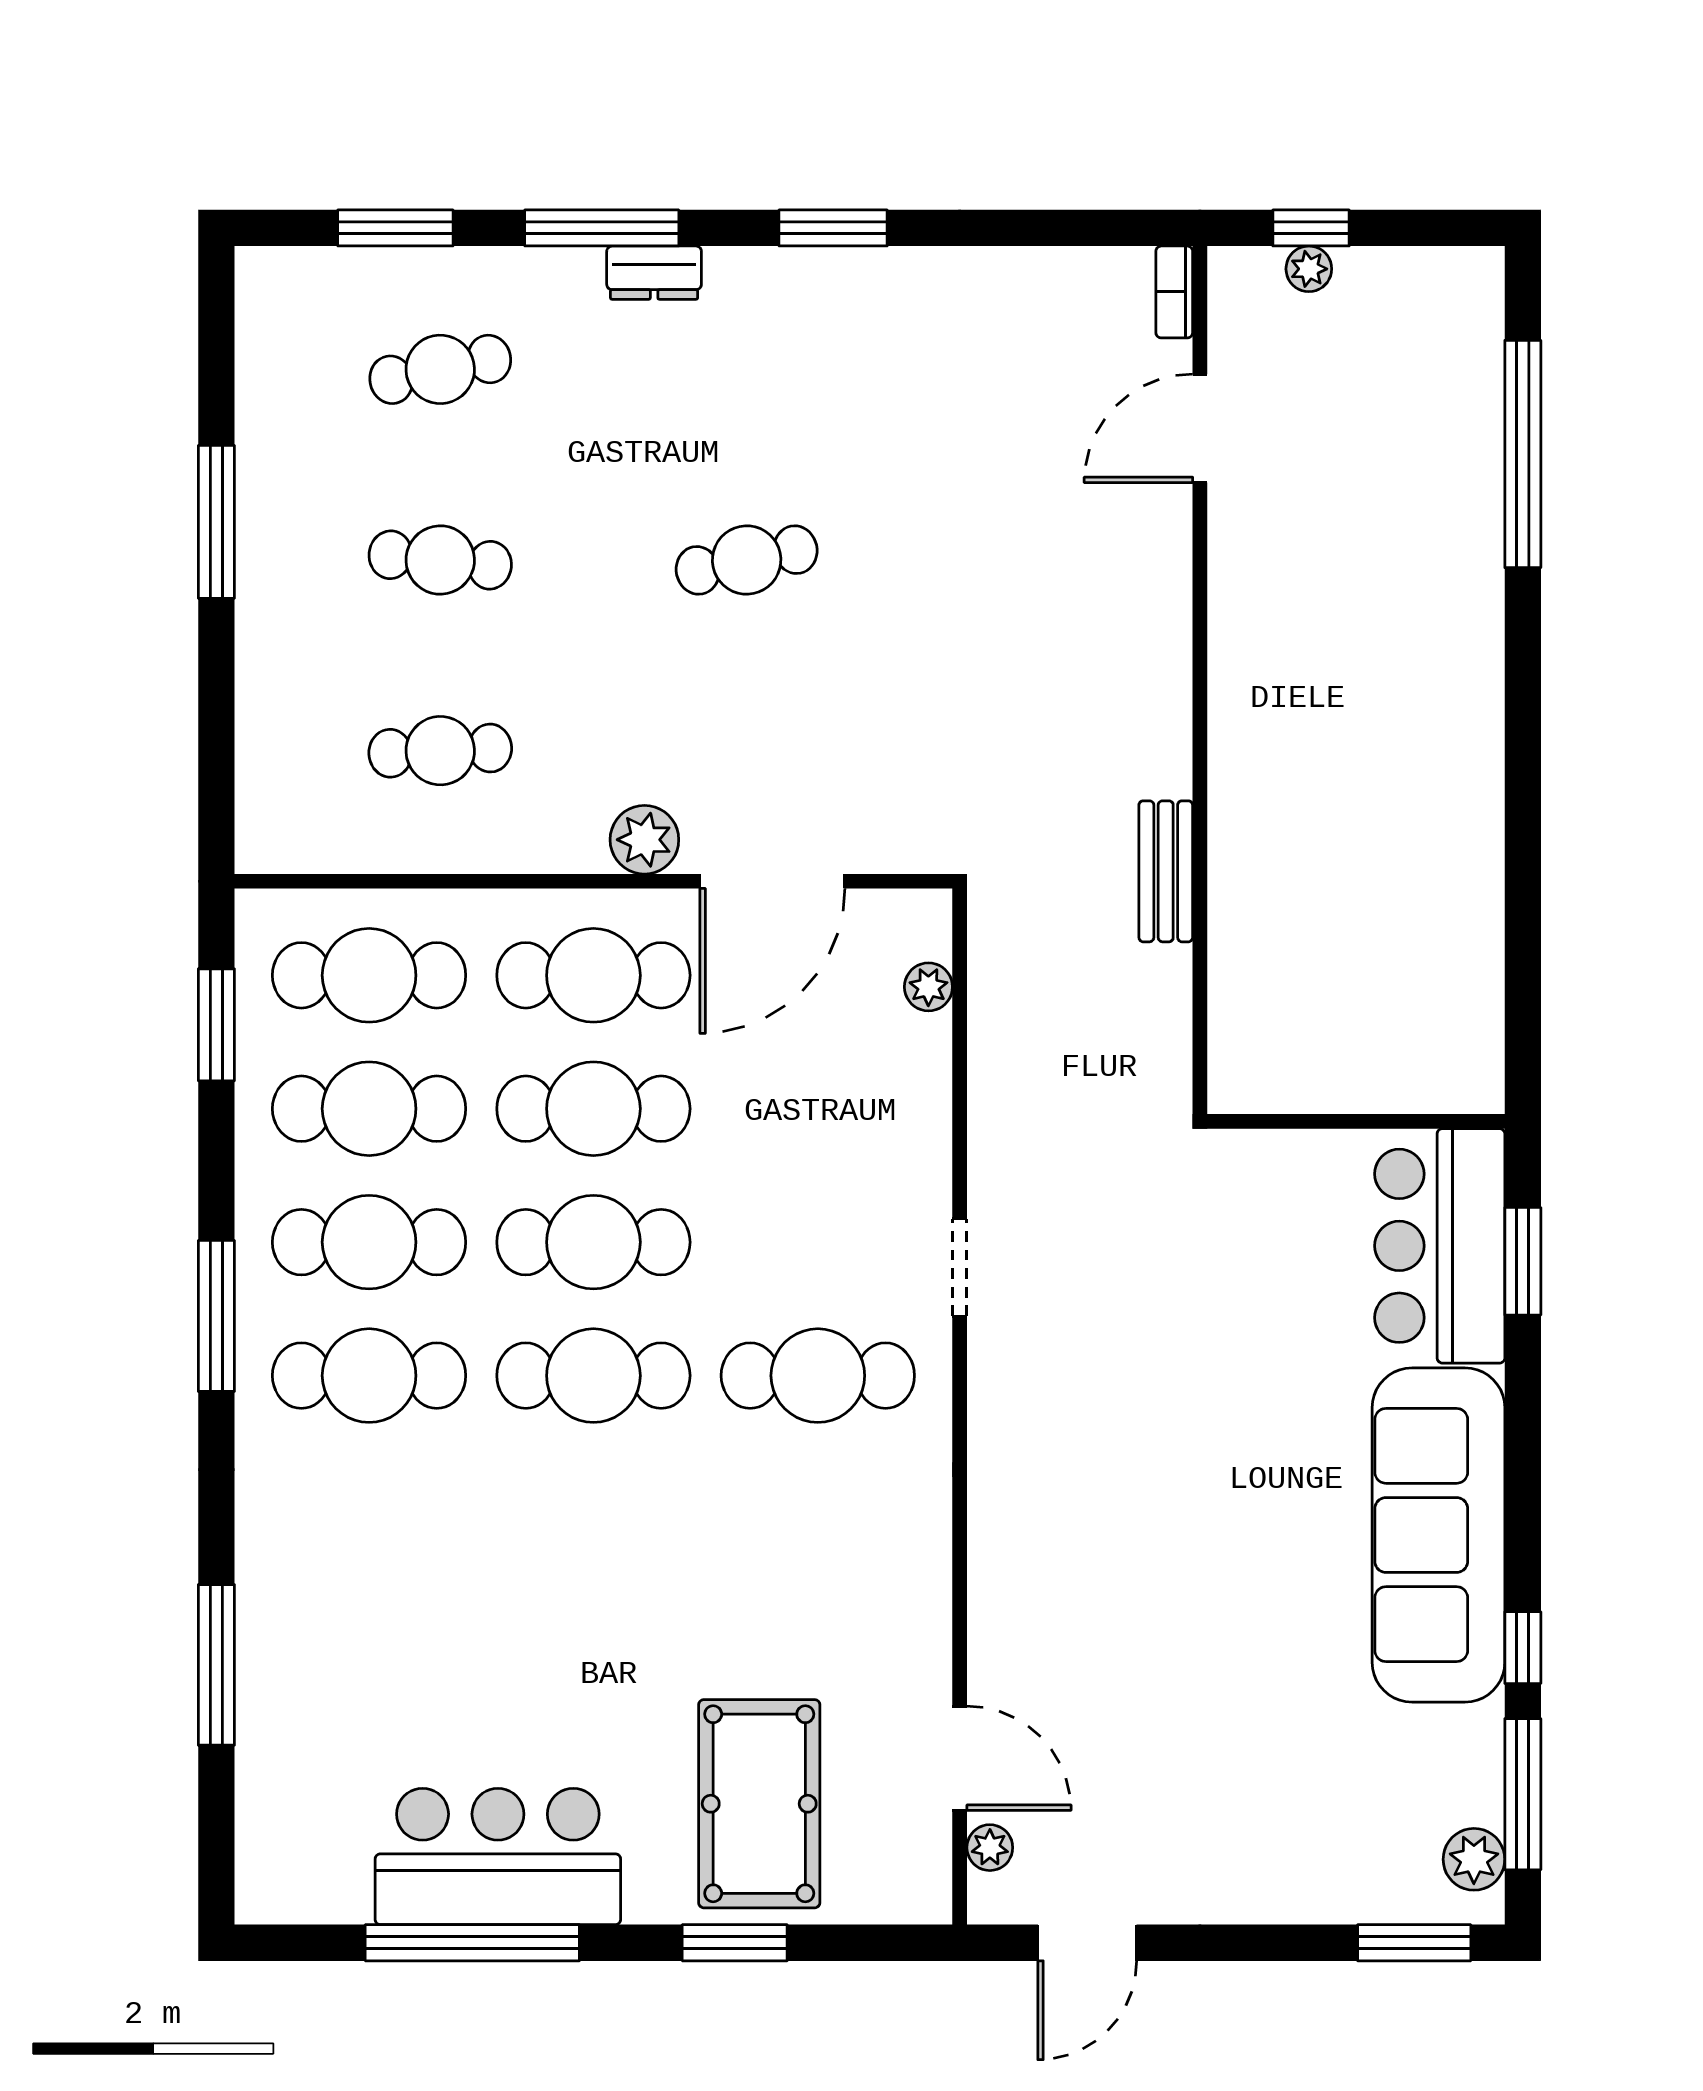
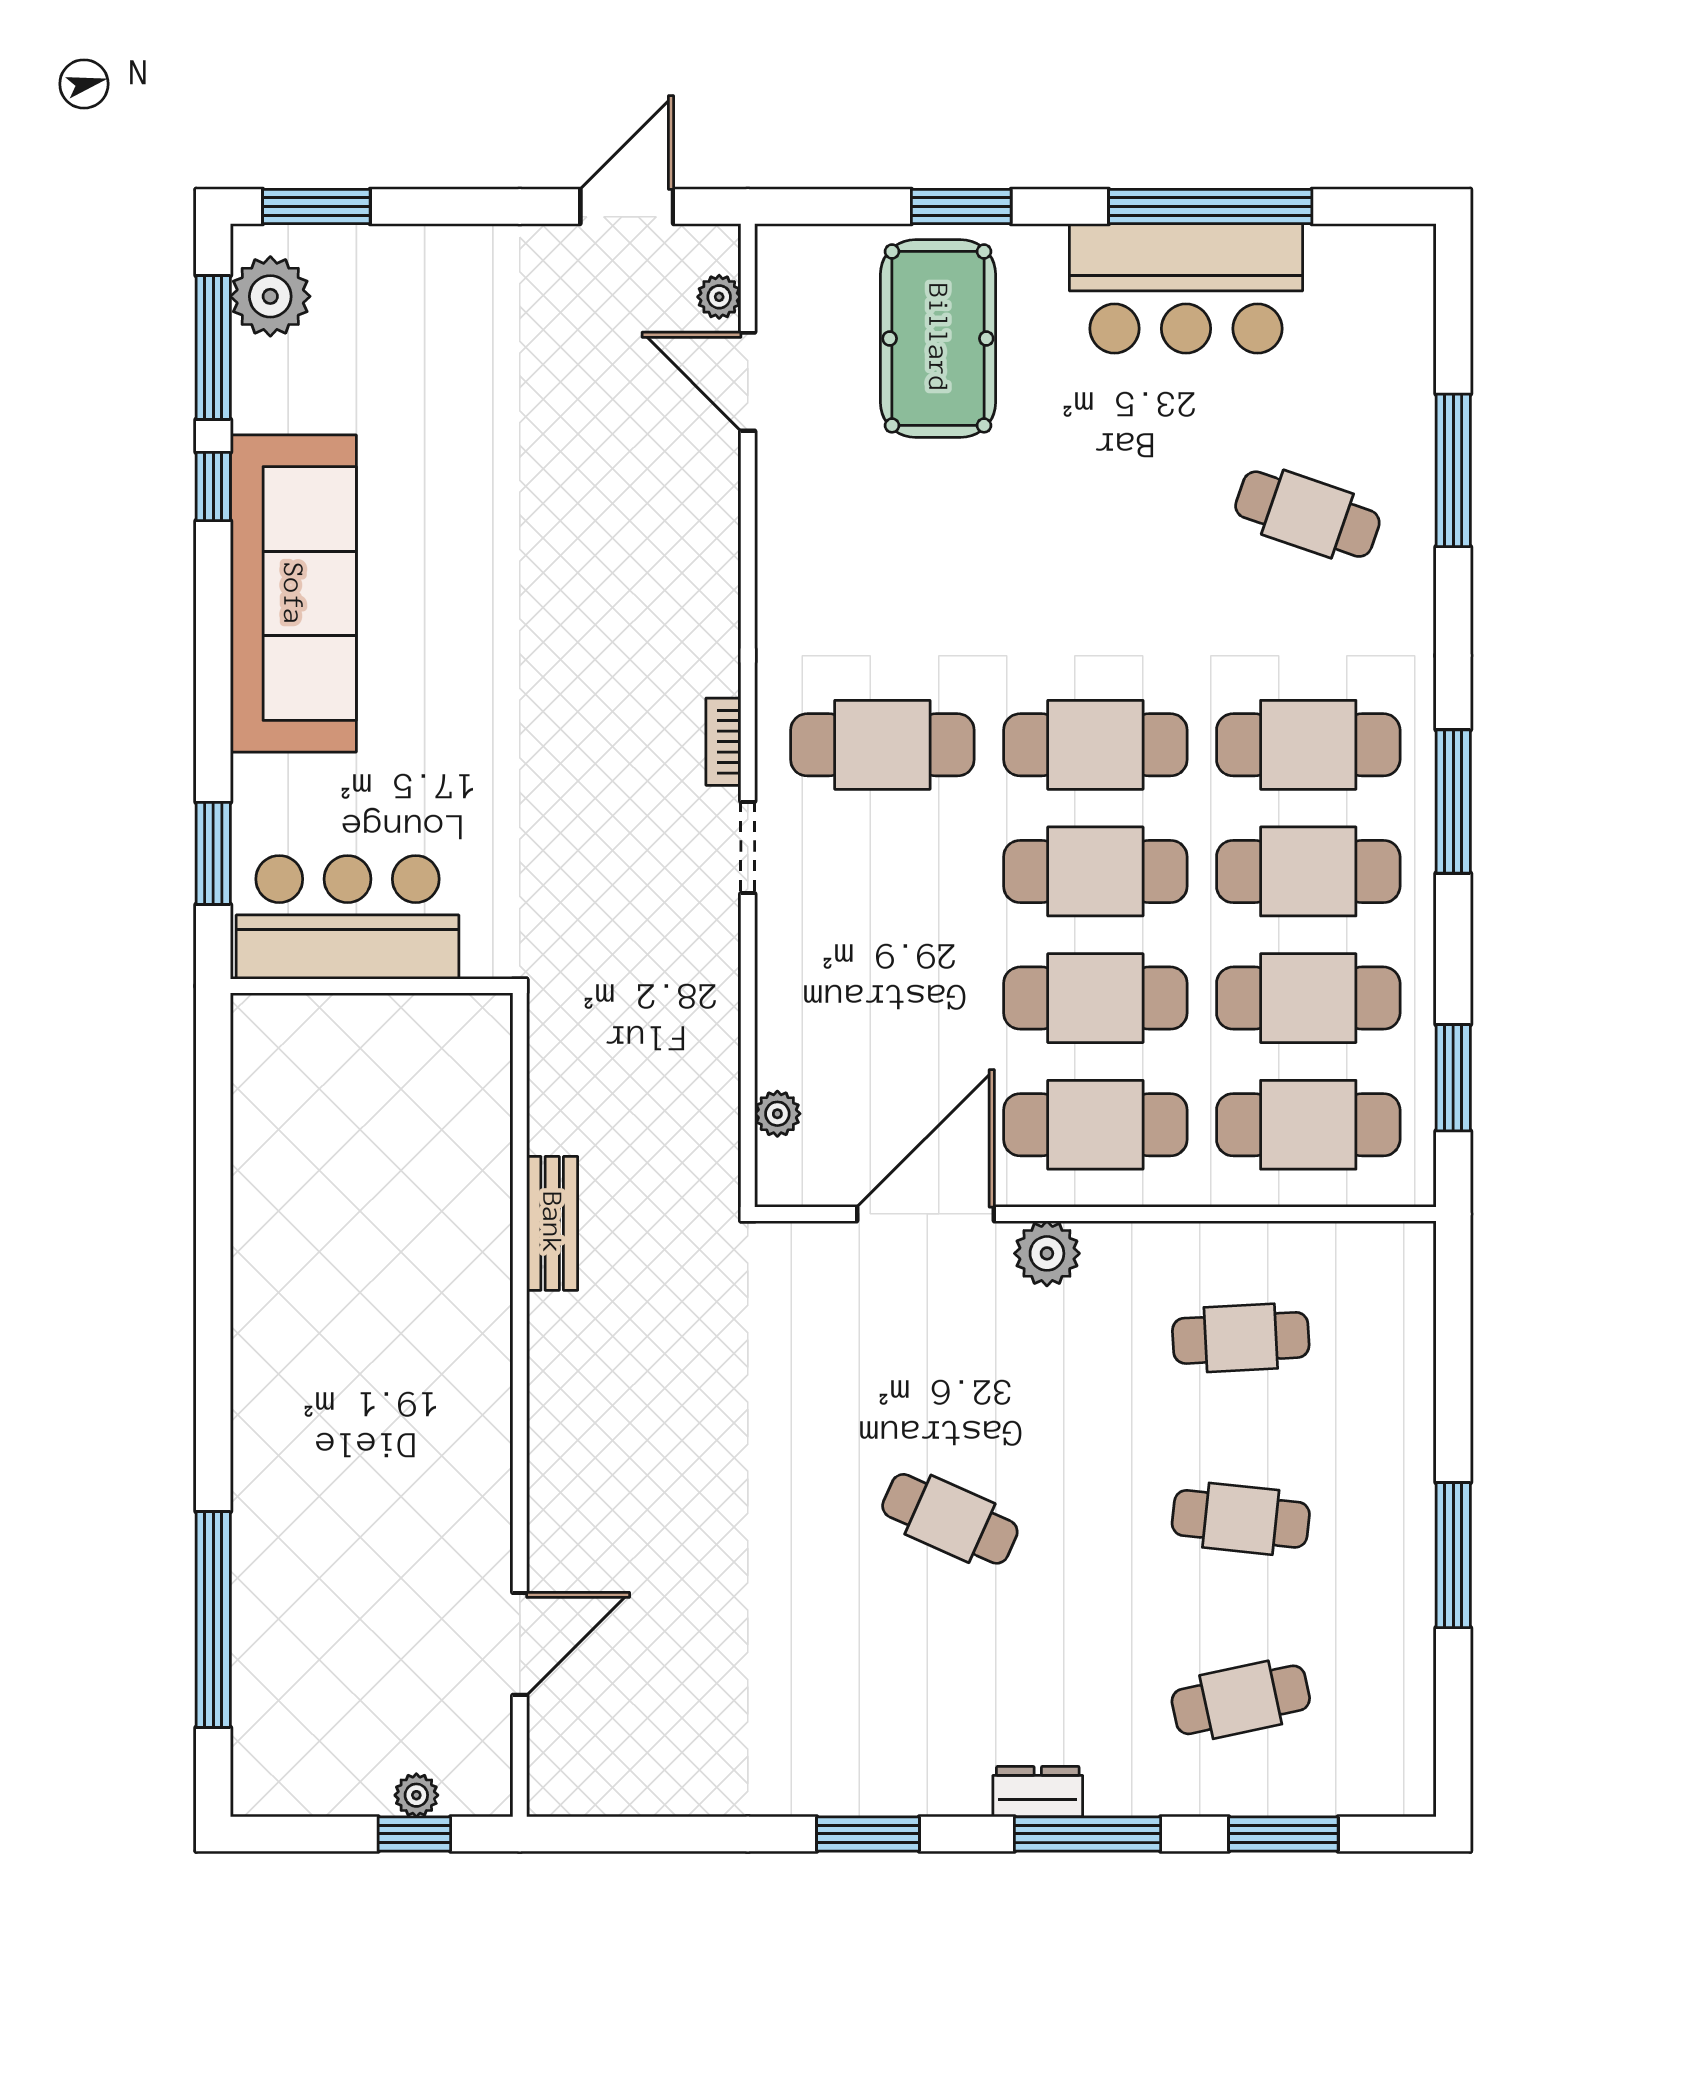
bookcase: (1174, 292) -> (723, 742), moved, turned 180
cafe table: (747, 560) -> (950, 1519), turned 36
bar counter: (1440, 1246) -> (347, 917), moved, turned -90
cafe table: (370, 1619) -> (1307, 514), added
plant: (1474, 1859) -> (270, 296), width x1.36, depth x1.36

